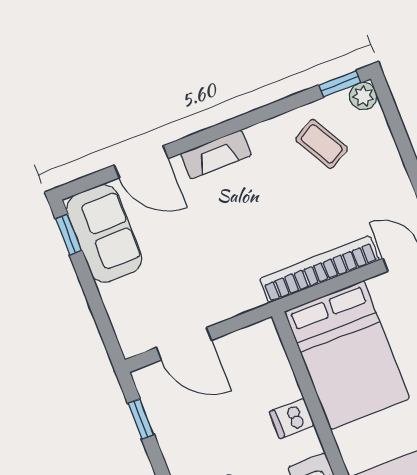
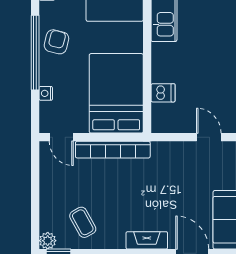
door: (184, 344) -> (209, 137), width x0.73
dishwasher: (292, 418) -> (163, 93), moved

